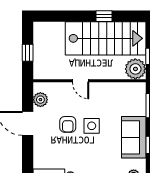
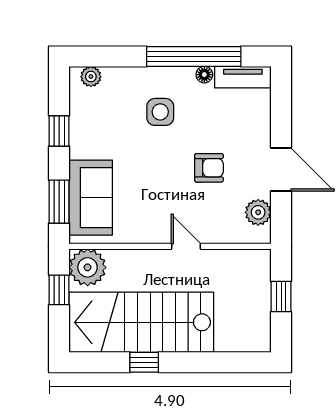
armchair: (68, 124) -> (209, 168), turned 90
side table: (92, 126) -> (160, 112), moved
sofa: (134, 137) -> (91, 198), moved

